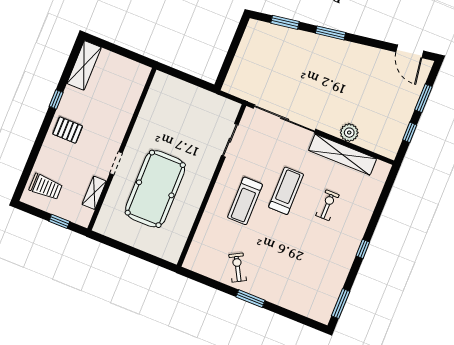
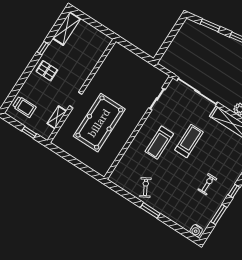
exercise bike: (328, 205) -> (207, 184), moved
window: (341, 304) -> (219, 215), moved
water cooler: (320, 315) -> (196, 231), added

